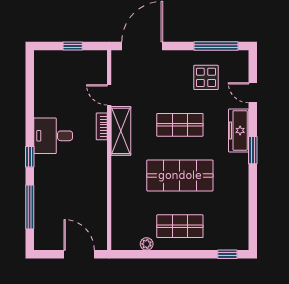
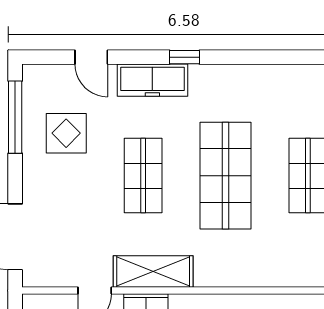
door: (253, 93) -> (91, 57), hinge flipped
window: (253, 150) -> (184, 57), width x0.67

